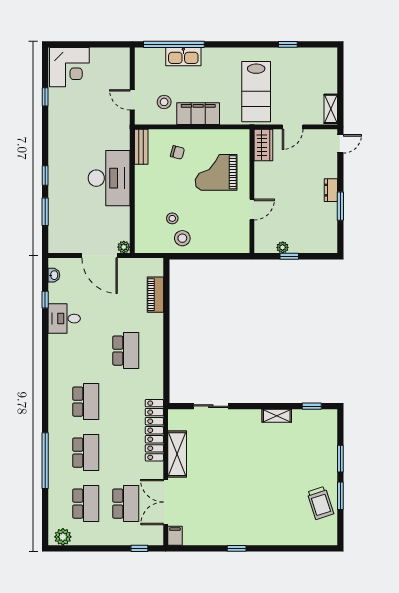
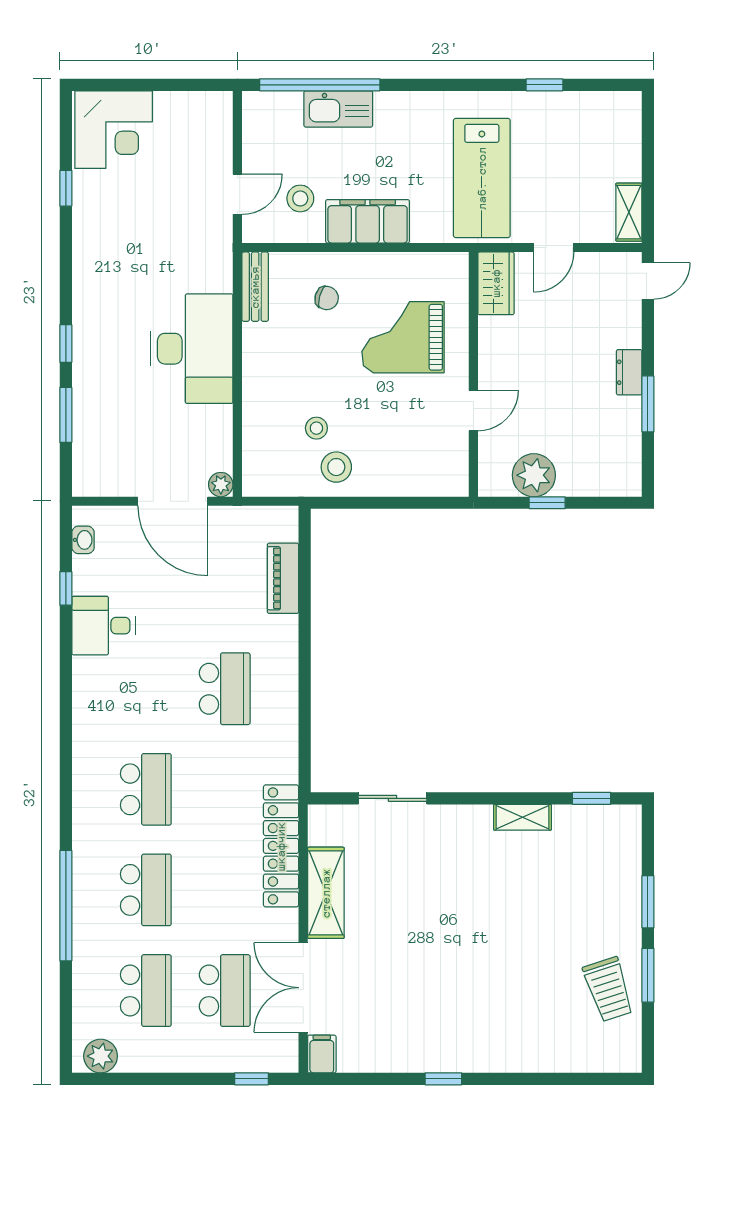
door: (132, 100) -> (237, 194), swing flipped
plant: (283, 247) -> (534, 475), width x1.88, depth x1.88

